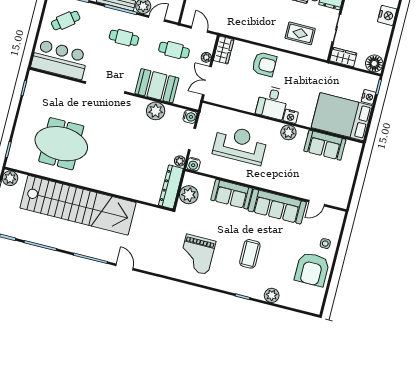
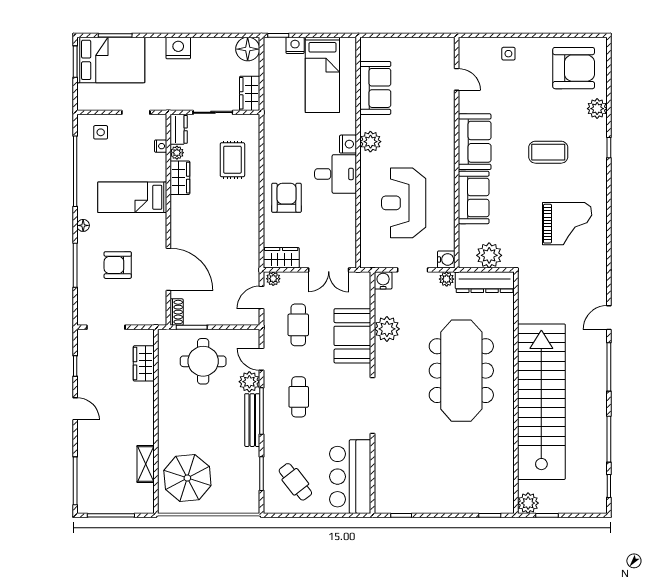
plant: (206, 57) -> (273, 279), moved
bed: (342, 117) -> (322, 75), width x0.67
meeting table: (61, 144) -> (461, 371), moved, width x1.36
sofa: (277, 206) -> (475, 142), width x0.73
armchair: (312, 269) -> (574, 68), moved

